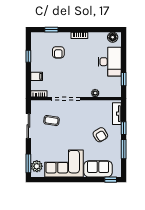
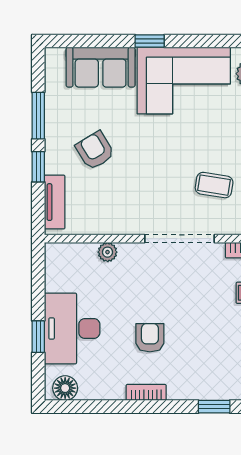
armchair: (58, 52) -> (150, 338), moved
window: (124, 79) -> (38, 337), moved
window: (111, 180) -> (150, 41), moved

